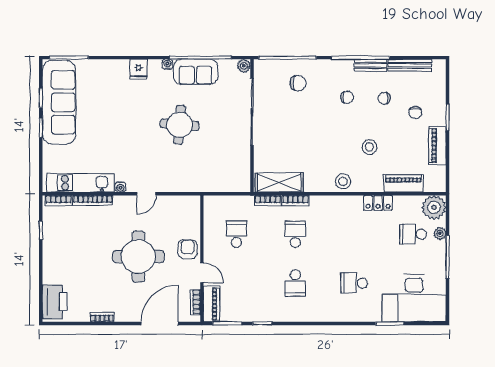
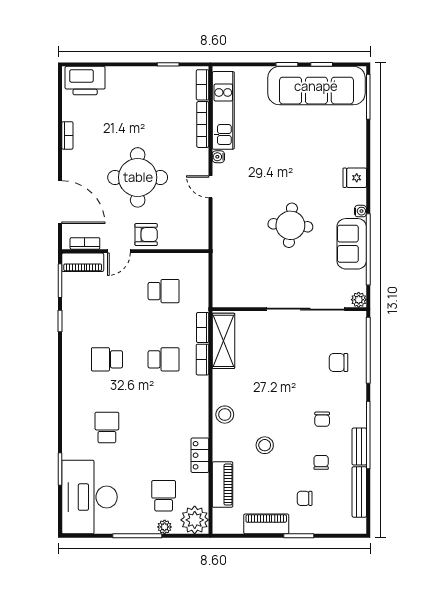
chair: (298, 83) -> (339, 362), turned 90

